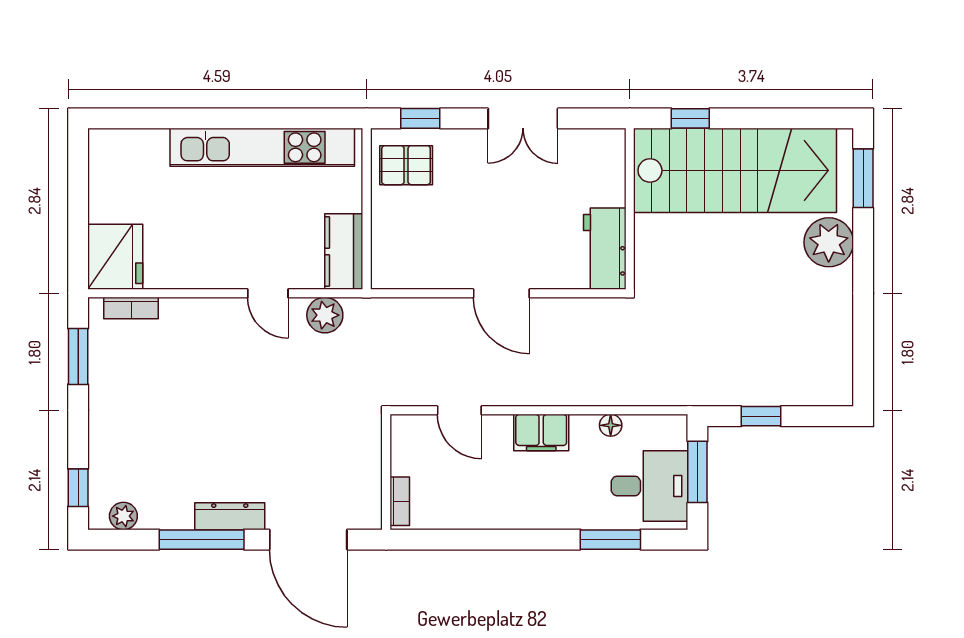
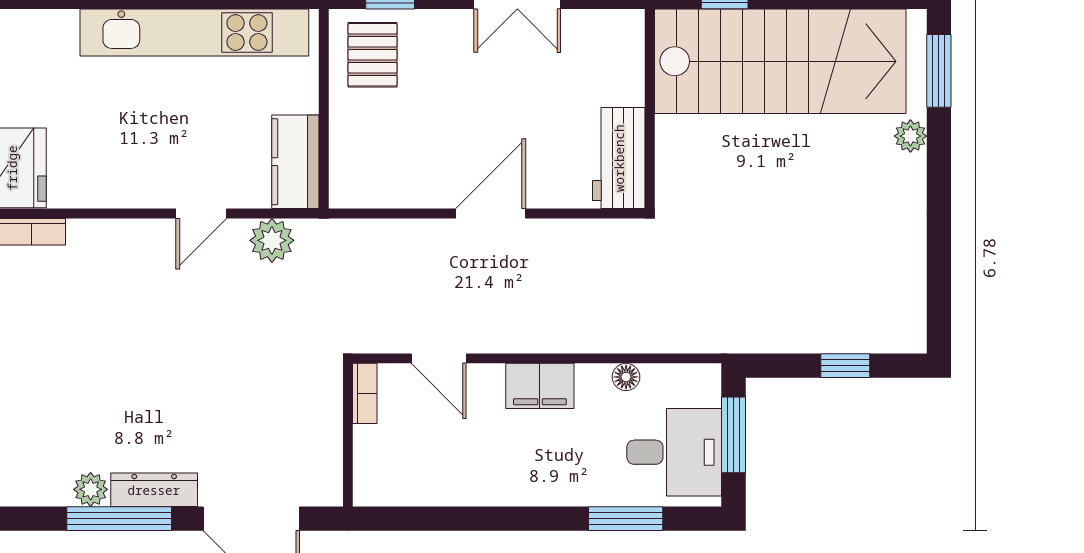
pallet: (406, 165) -> (373, 55), turned 90
plant: (829, 242) -> (910, 136), width x0.53, depth x0.53
door: (268, 293) -> (201, 213), hinge flipped
door: (501, 293) -> (491, 213), swing flipped
window: (761, 416) -> (845, 366), moved
bookcase: (400, 501) -> (365, 393), moved
plant: (123, 516) -> (91, 489), moved

